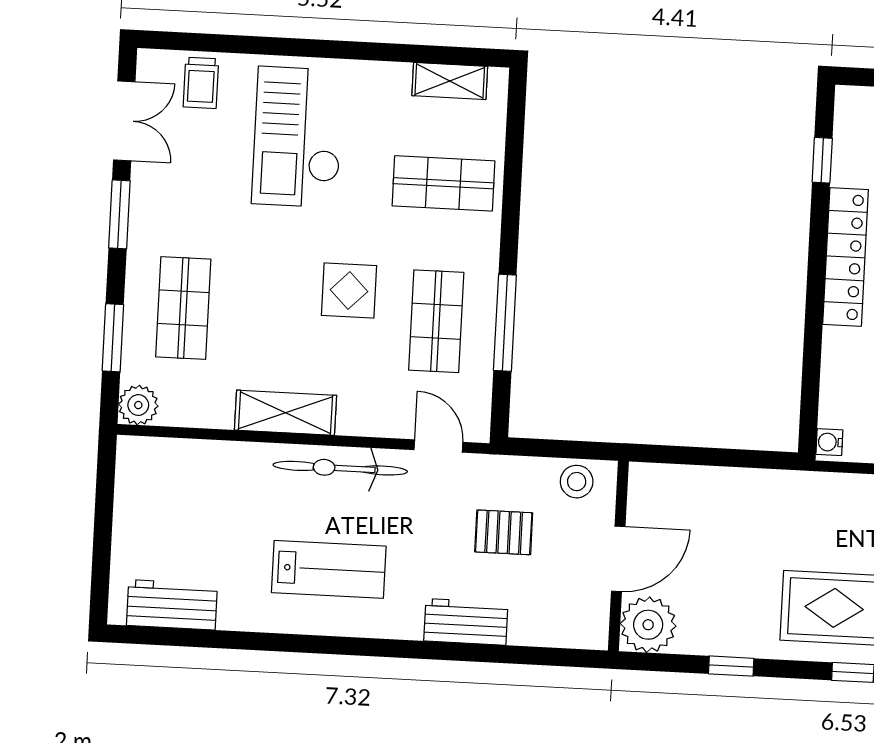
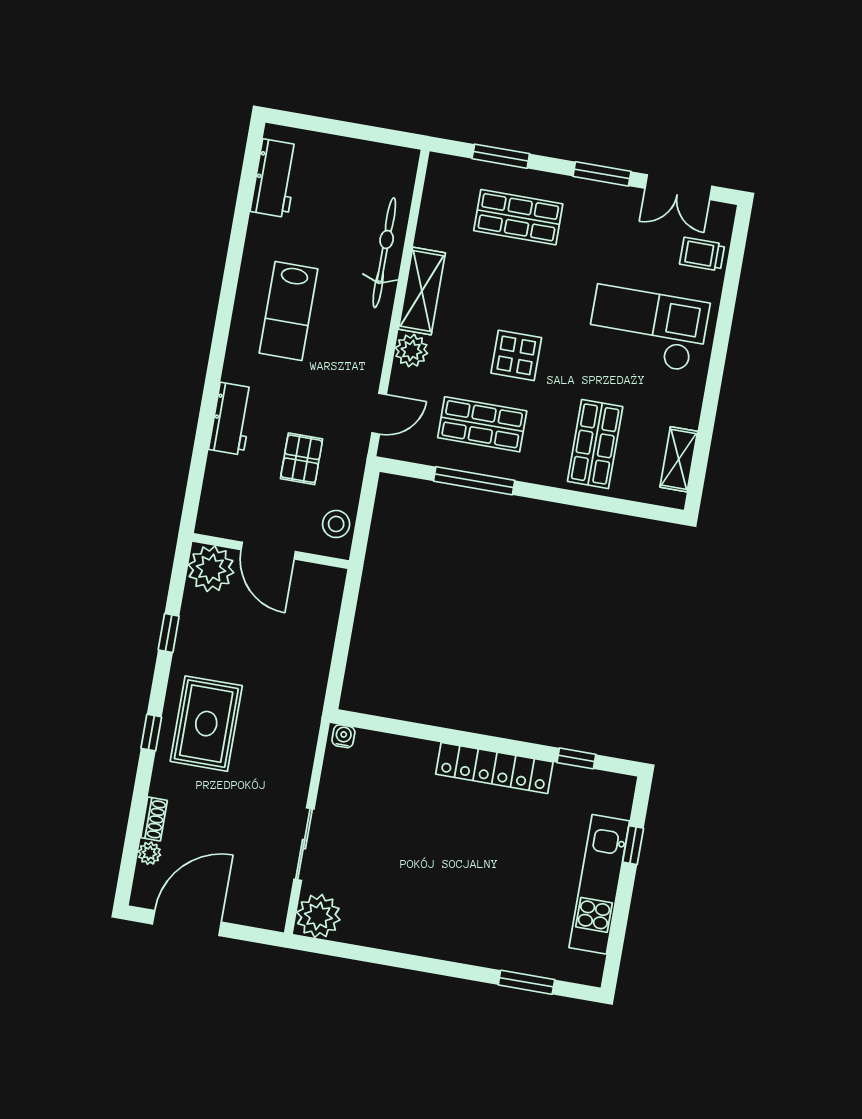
plant: (138, 405) -> (411, 351), moved
bicycle: (340, 468) -> (384, 253), moved

